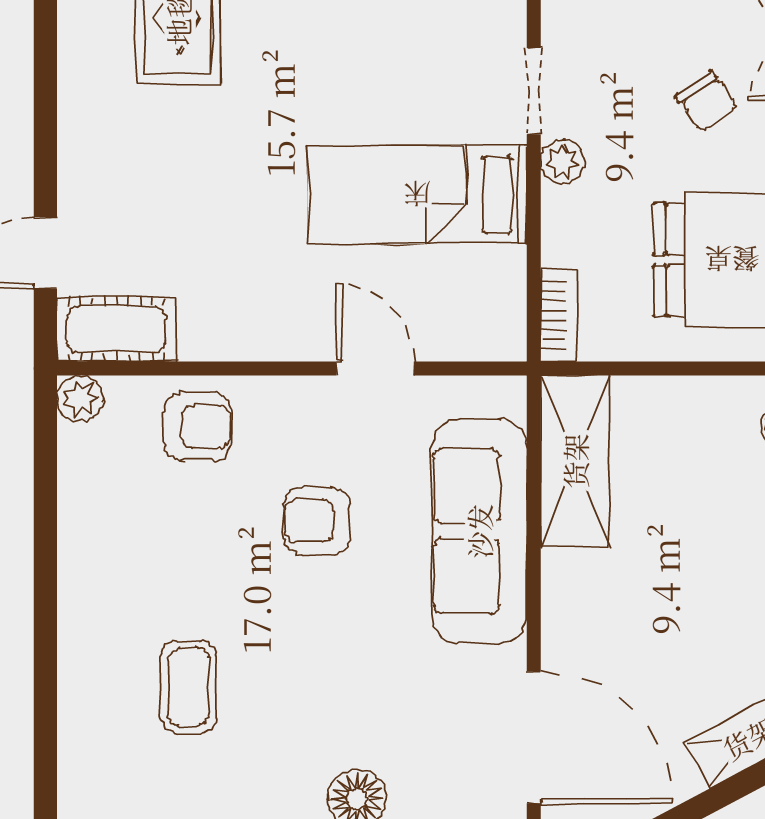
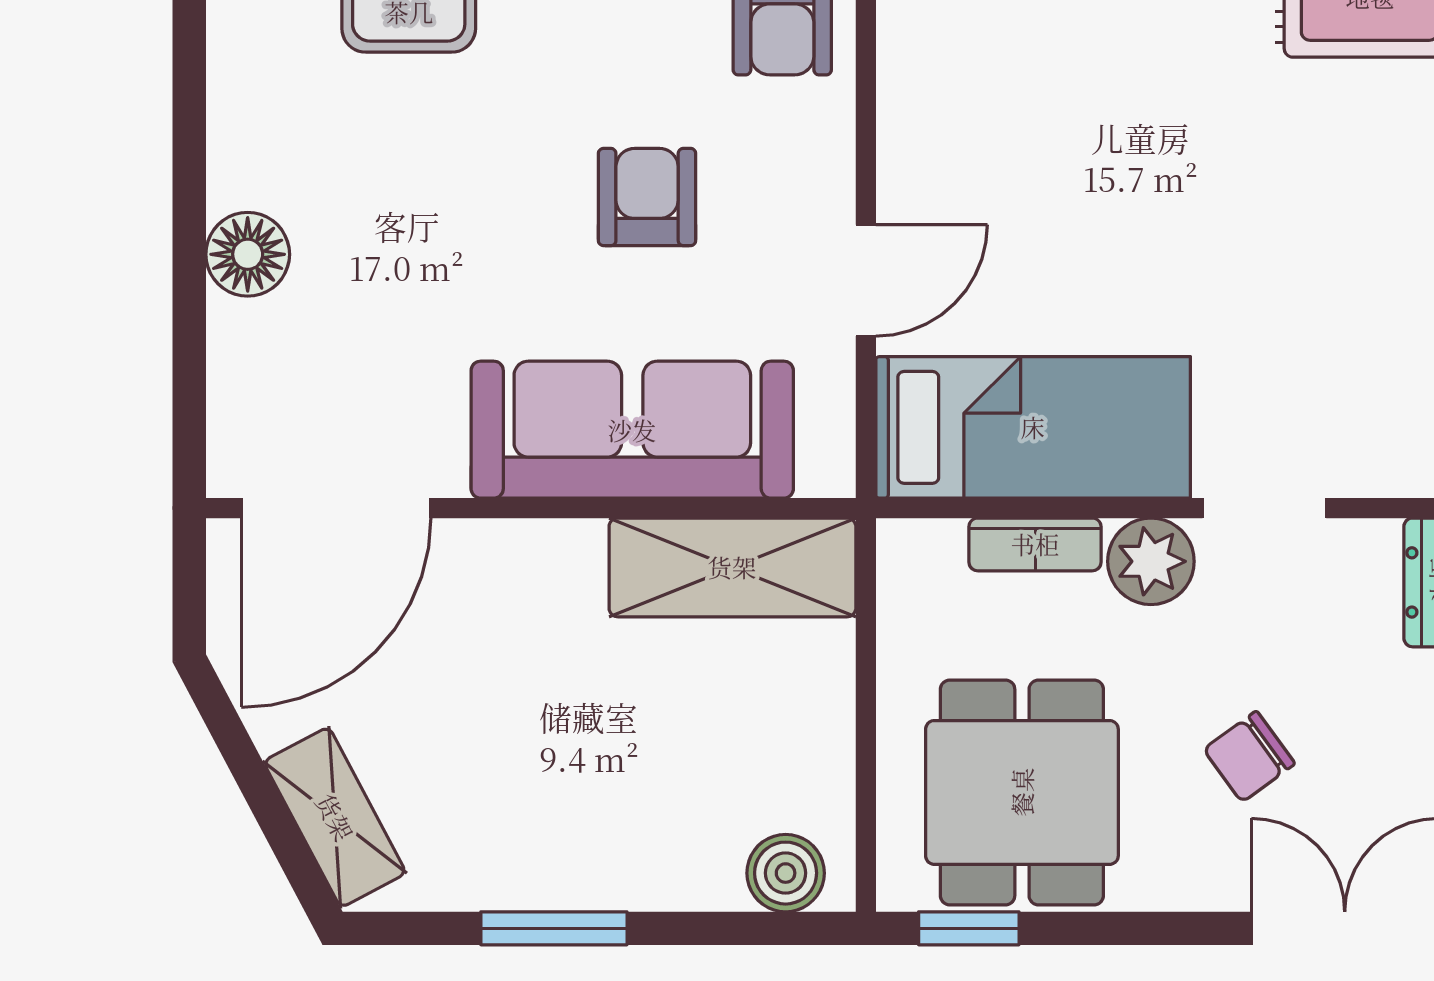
plant: (562, 162) -> (1151, 561), width x1.38, depth x1.38
bed: (417, 195) -> (1033, 427), moved, turned 90
bookcase: (559, 315) -> (1035, 544), moved

